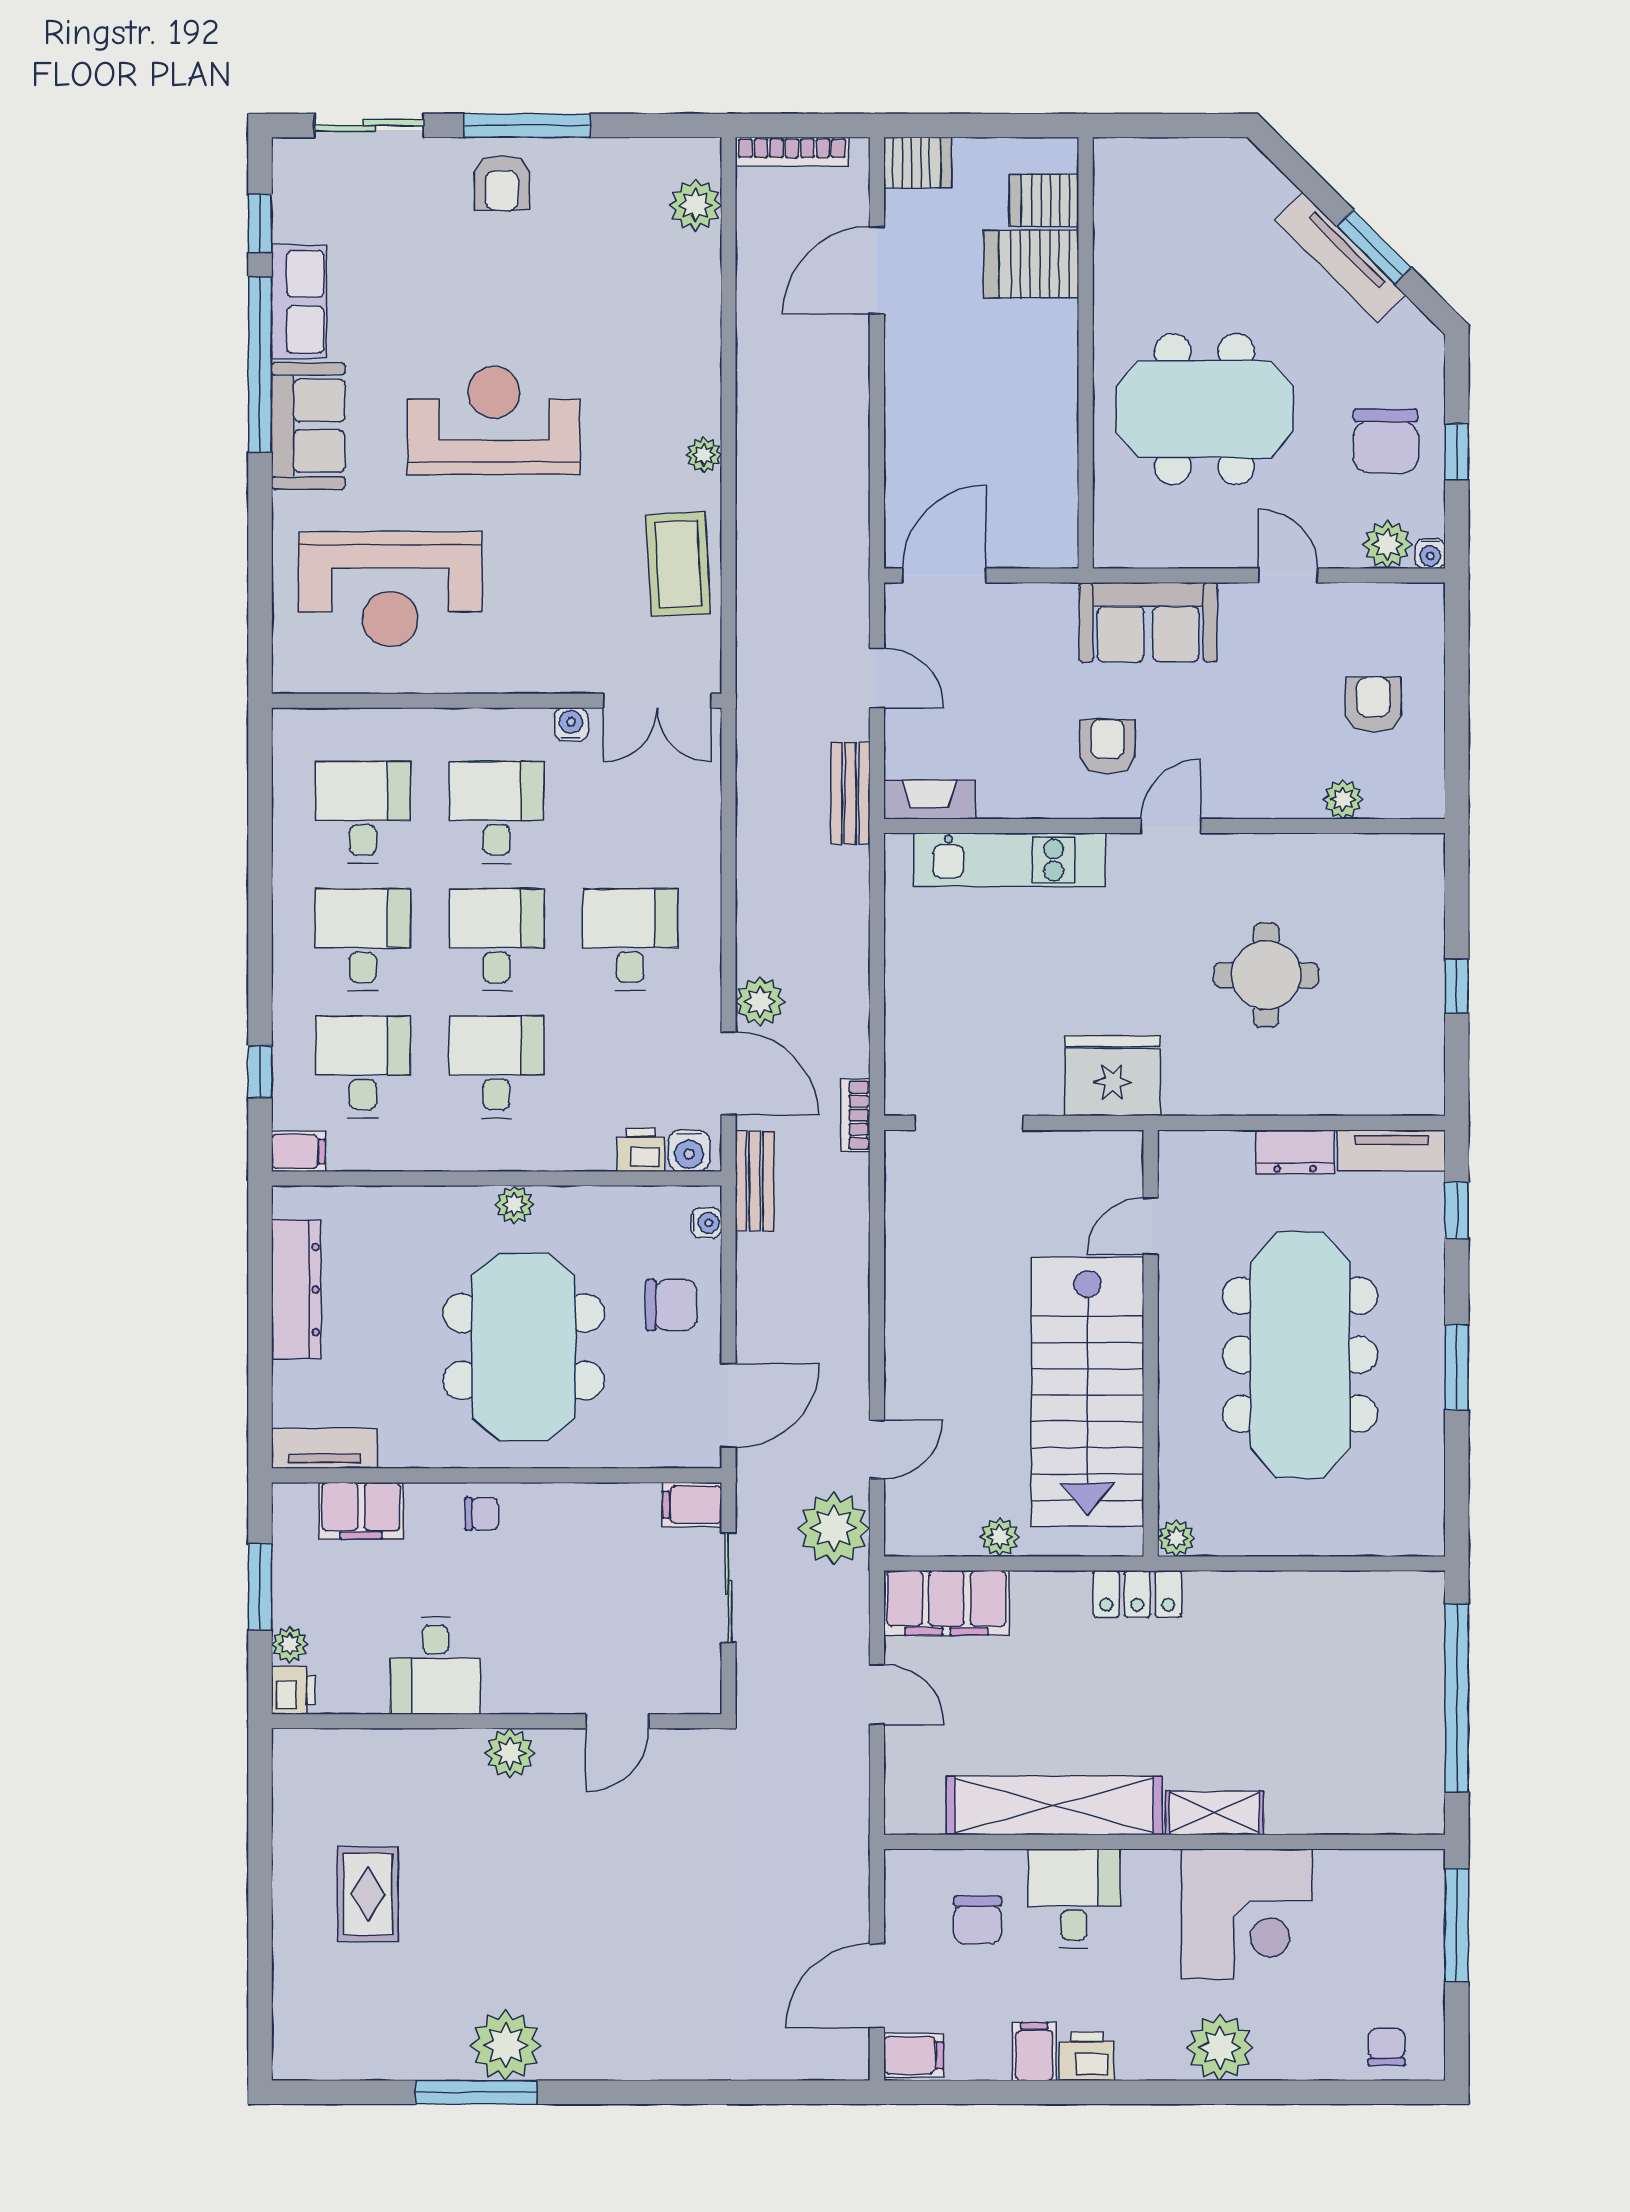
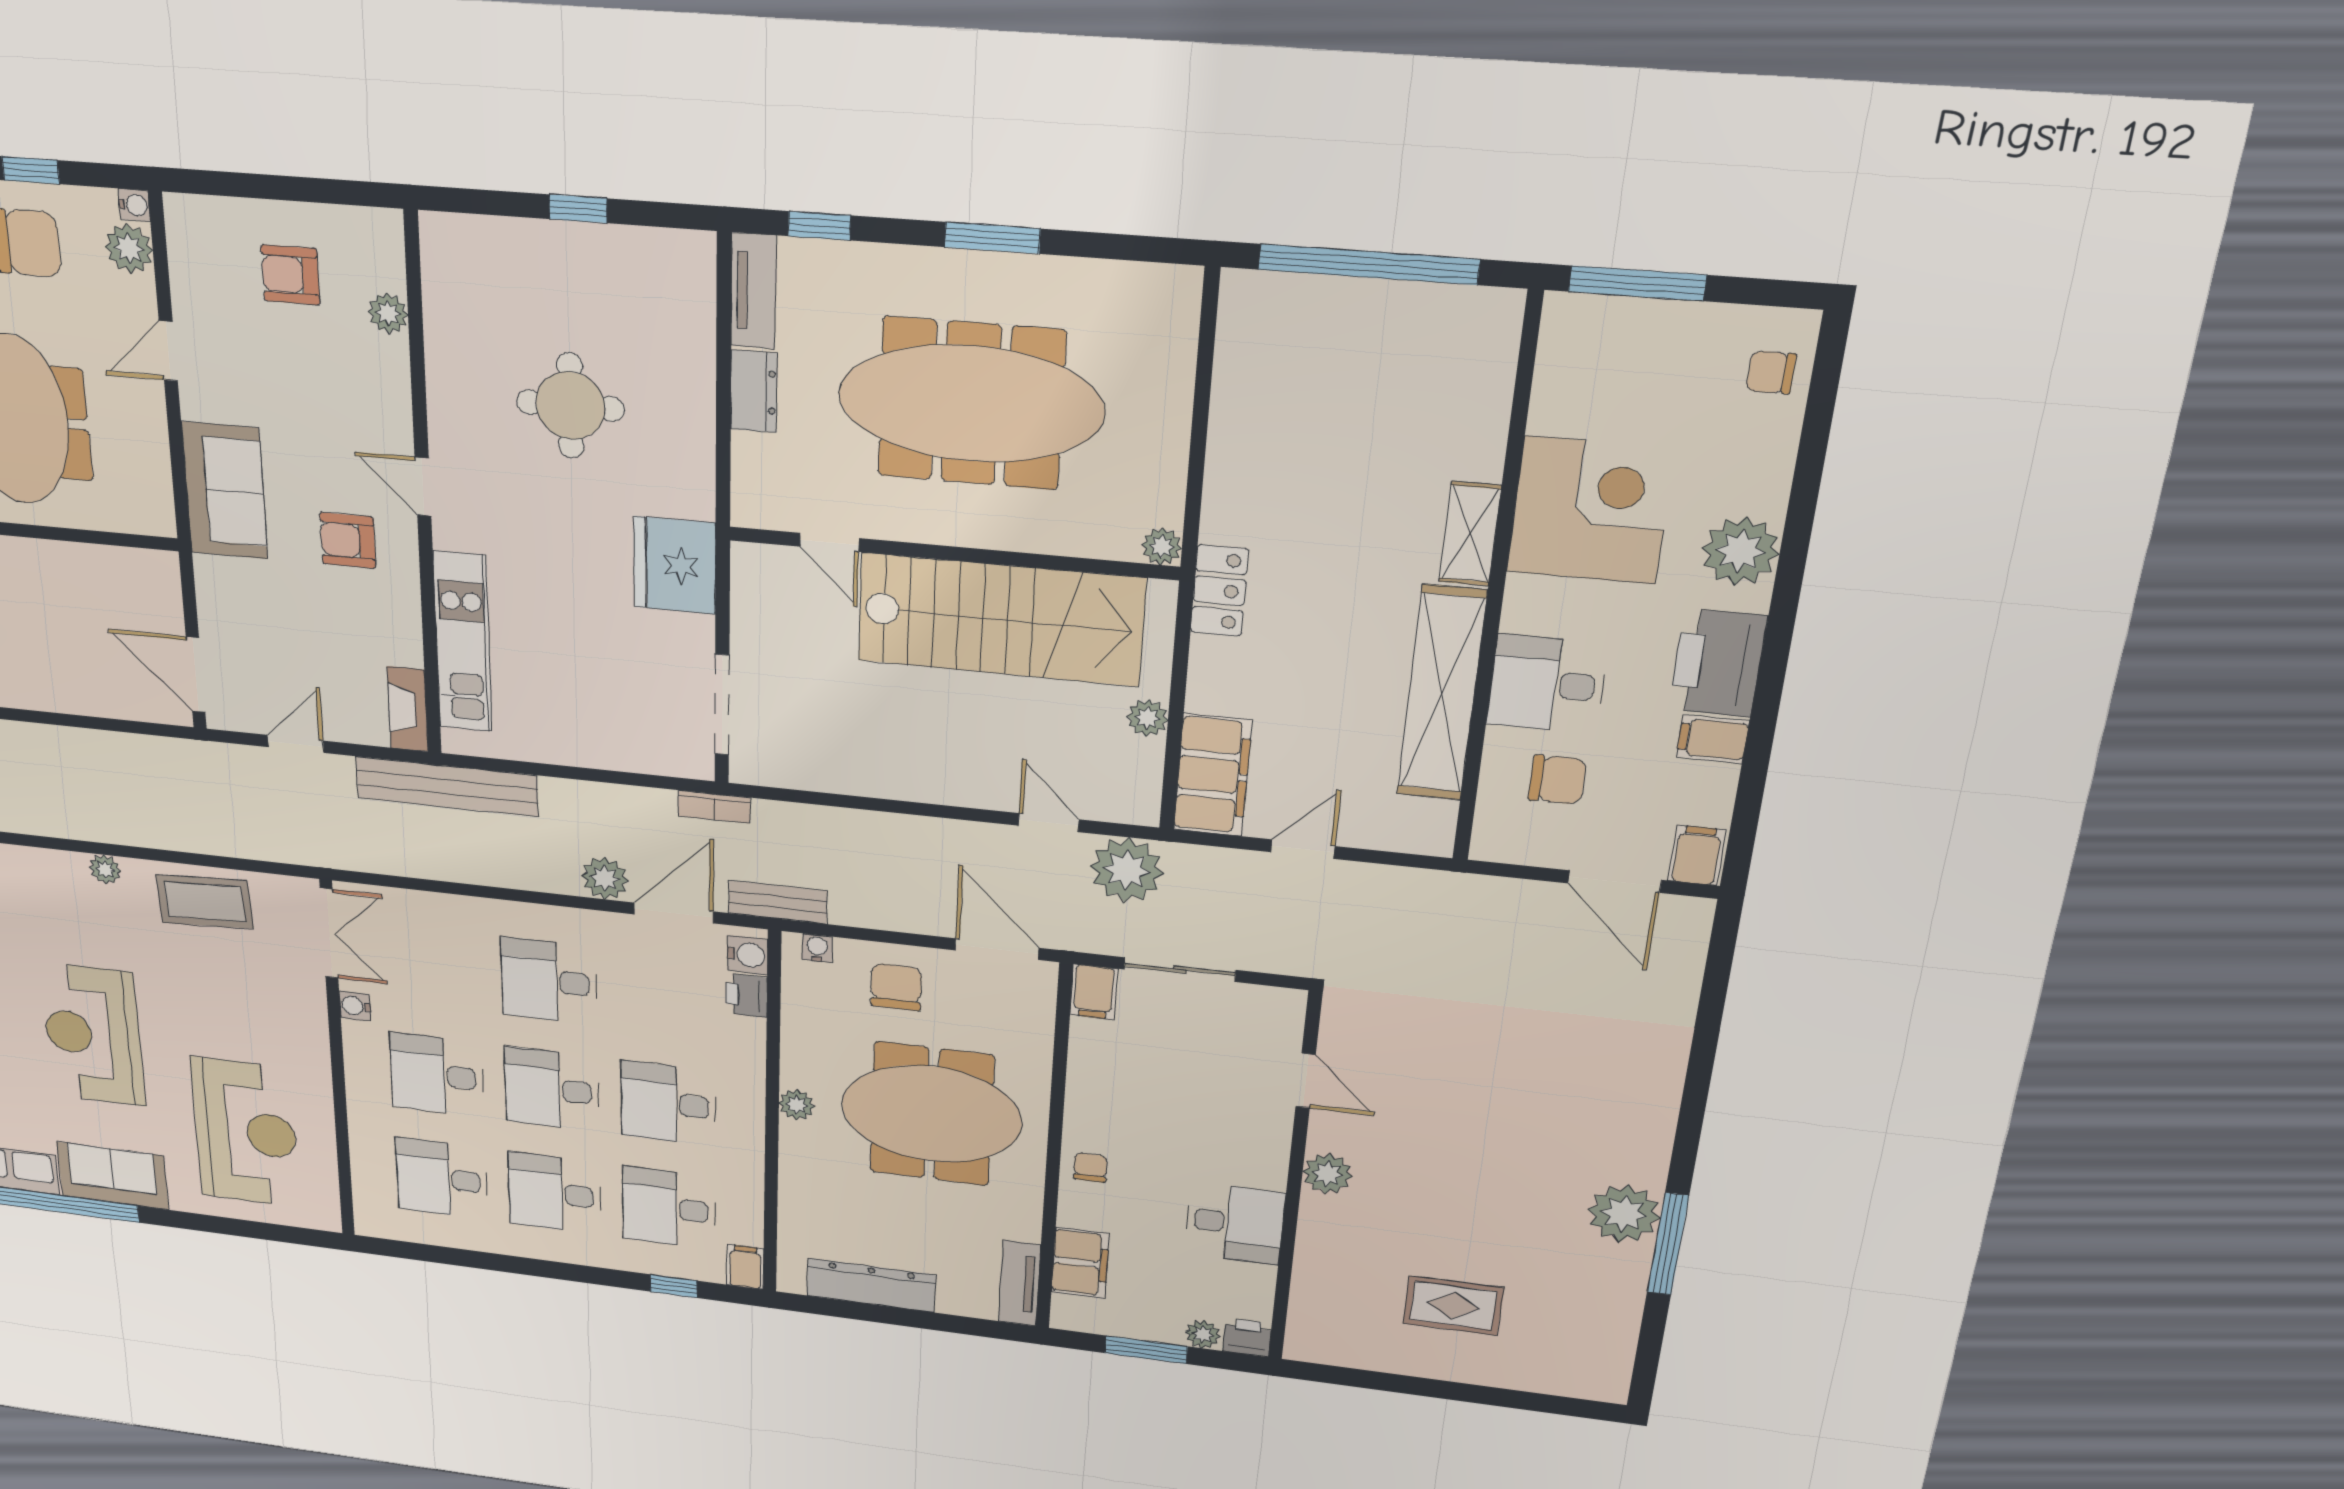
bench: (850, 793) -> (447, 787), width x1.86, depth x1.21
printer: (1087, 2056) -> (1718, 663), width x1.87, depth x1.48

